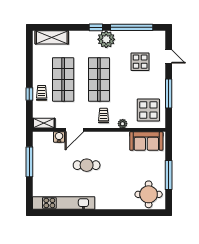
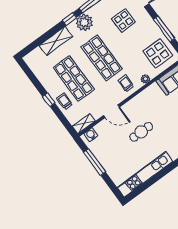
shelving: (52, 37) -> (56, 41), moved
window: (29, 94) -> (49, 100), moved
door: (74, 130) -> (111, 111), hinge flipped
water cooler: (59, 137) -> (91, 135), moved

